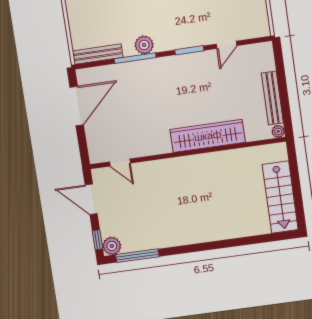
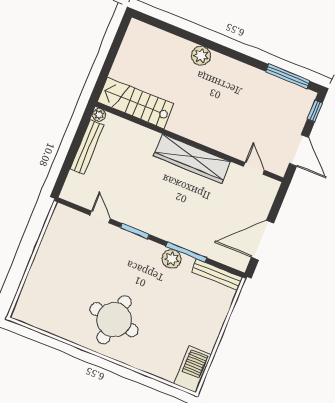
door: (227, 45) -> (100, 217), hinge flipped
wardrobe: (208, 136) -> (192, 159), moved
stairs: (280, 197) -> (136, 103), moved, turned -90
plant: (112, 246) -> (201, 56), moved

